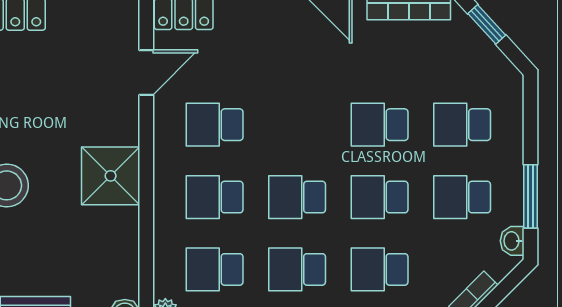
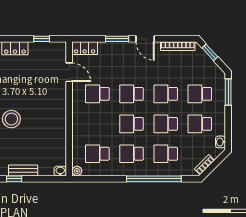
door: (146, 72) -> (69, 72), hinge flipped
shower: (111, 176) -> (54, 115), removed
window: (531, 196) -> (228, 92), moved
school desk: (215, 197) -> (132, 94), moved

